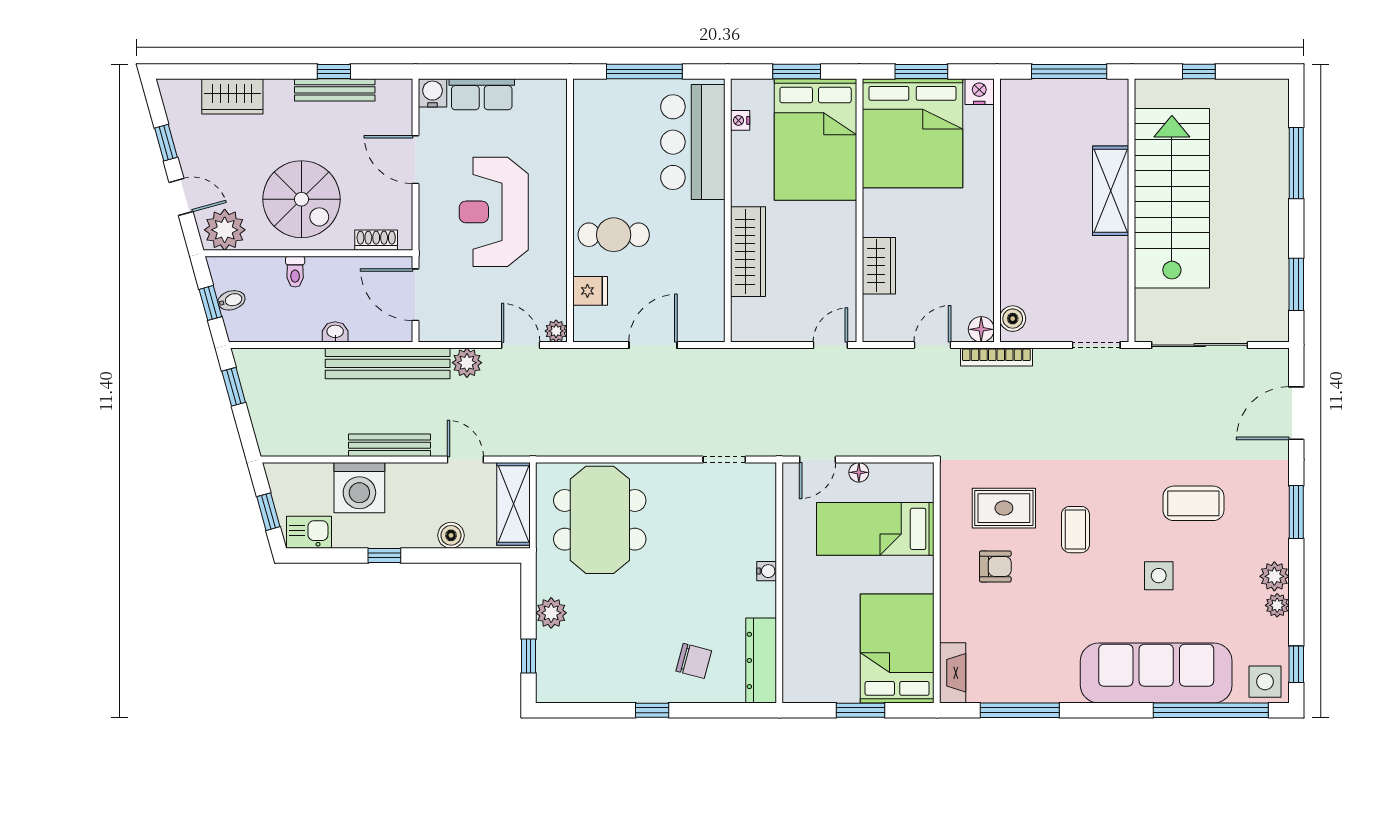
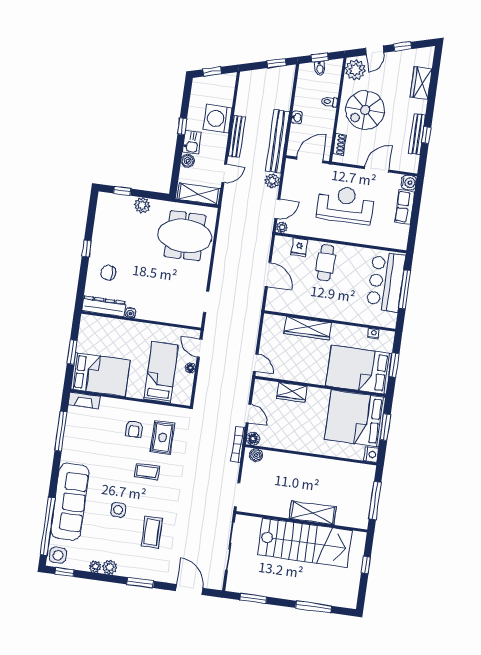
bar counter: (693, 142) -> (386, 282), moved, turned -90
kitchen sink: (309, 532) -> (192, 142), moved
water cooler: (767, 571) -> (131, 313), moved
chair: (694, 661) -> (108, 273), turned 75

